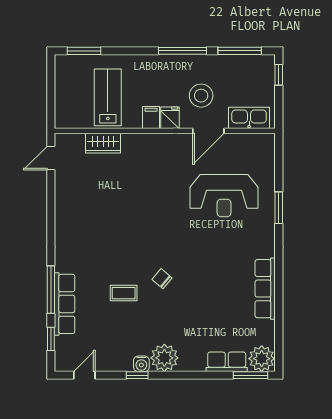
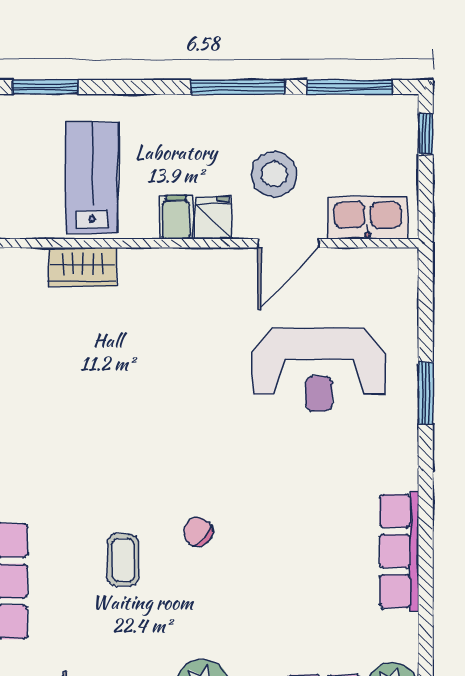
coffee table: (124, 293) -> (123, 560), turned 90

